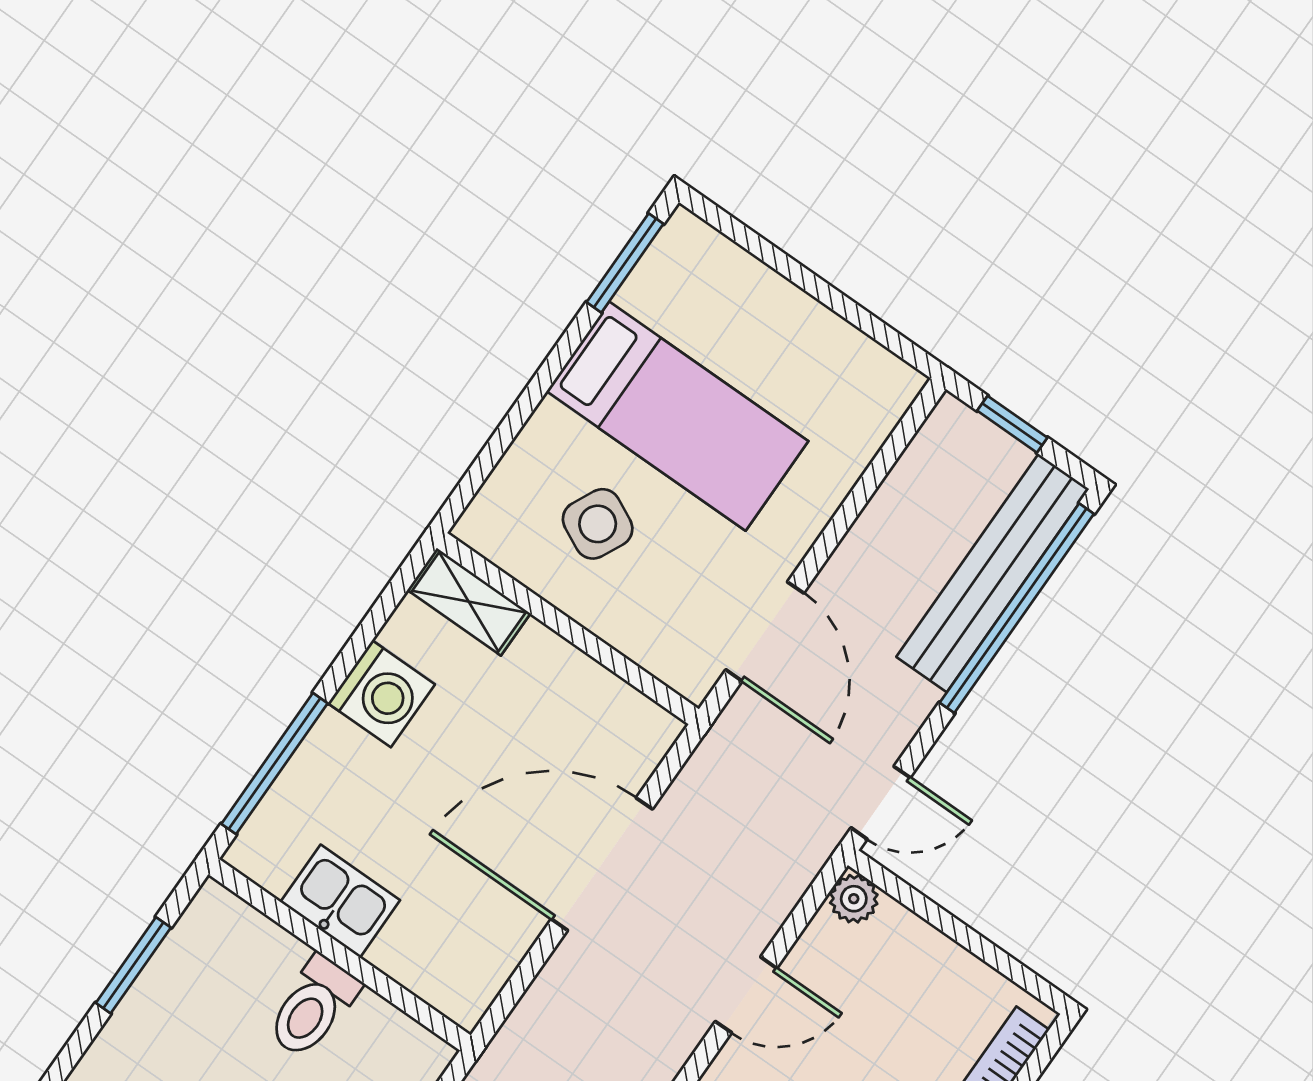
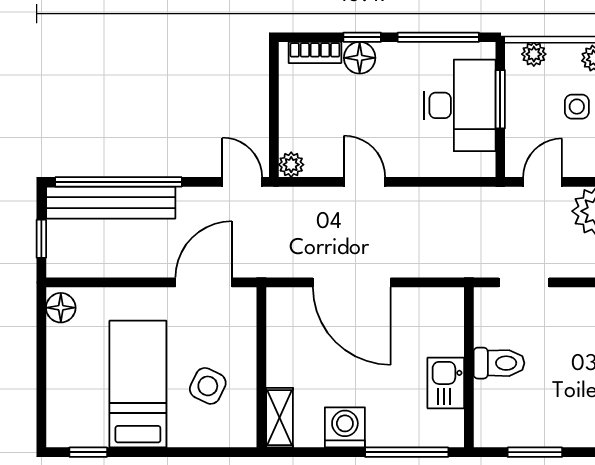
window: (625, 263) -> (88, 452), width x0.67
floor lamp: (882, 379) -> (61, 308), added

